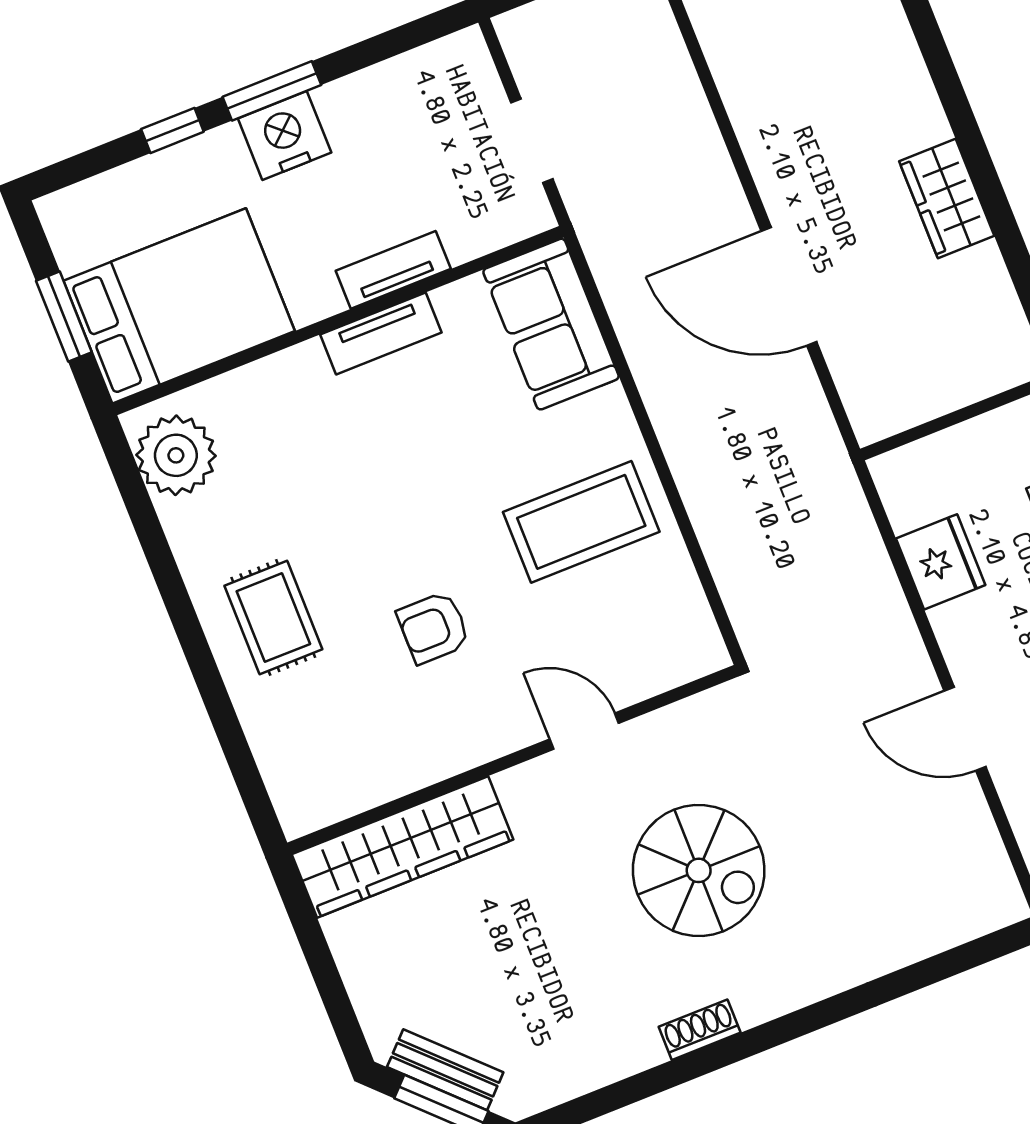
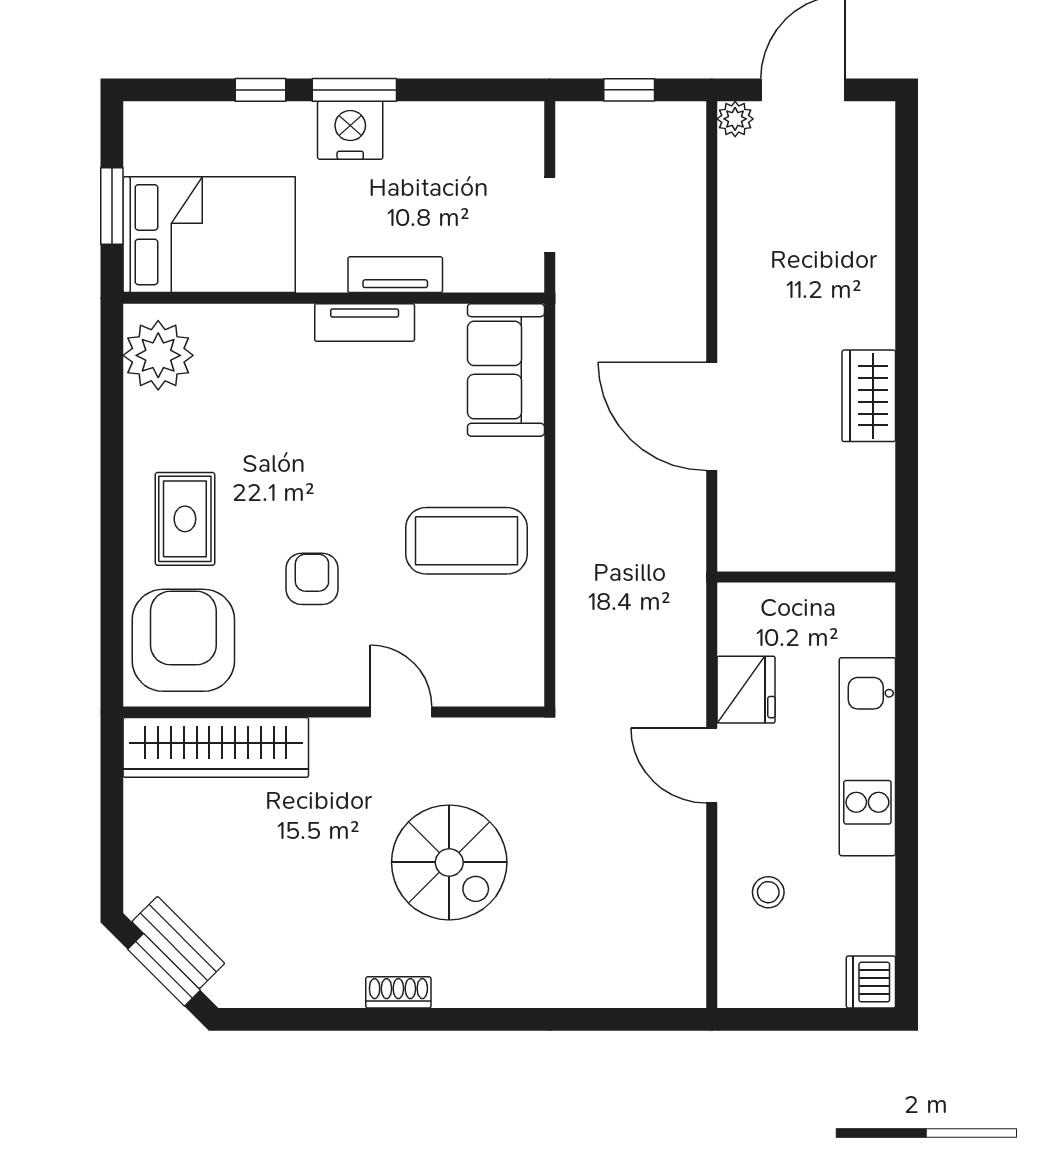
armchair: (433, 628) -> (312, 579), turned 90
door: (965, 729) -> (712, 765), moved
armchair: (323, 747) -> (183, 640), added

